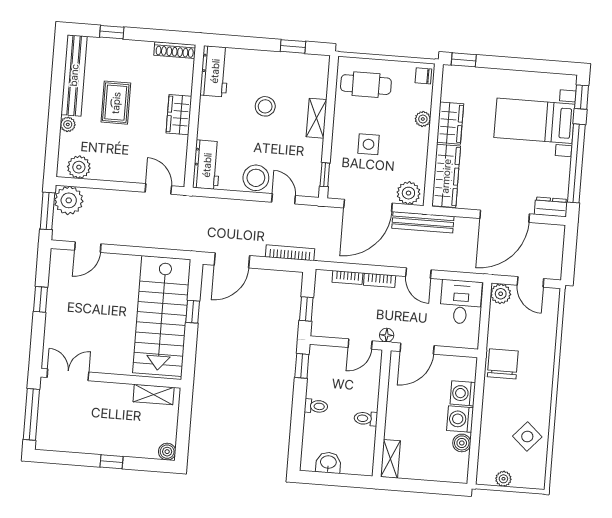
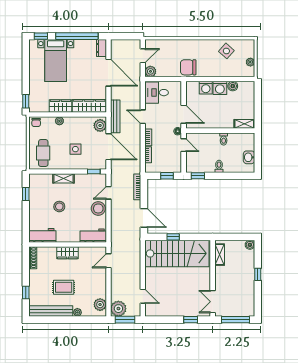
door: (418, 273) -> (143, 117), swing flipped
window: (40, 299) -> (191, 320), moved

